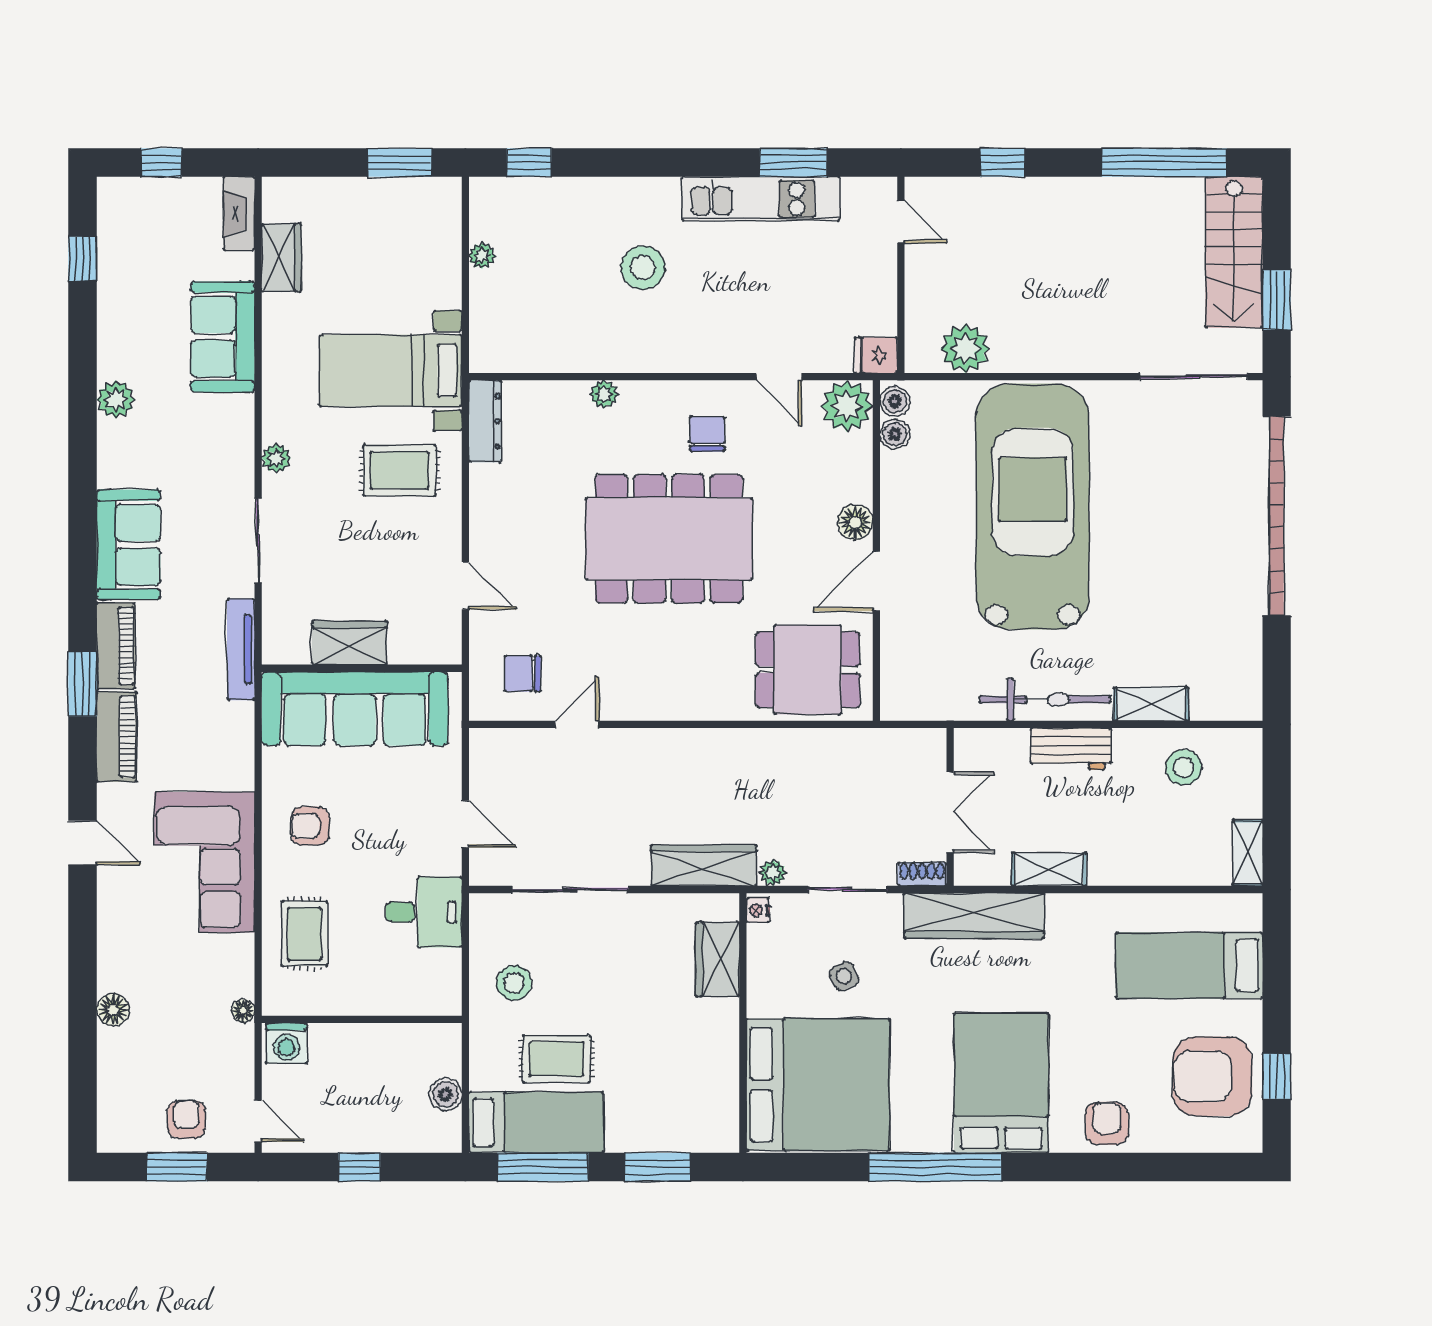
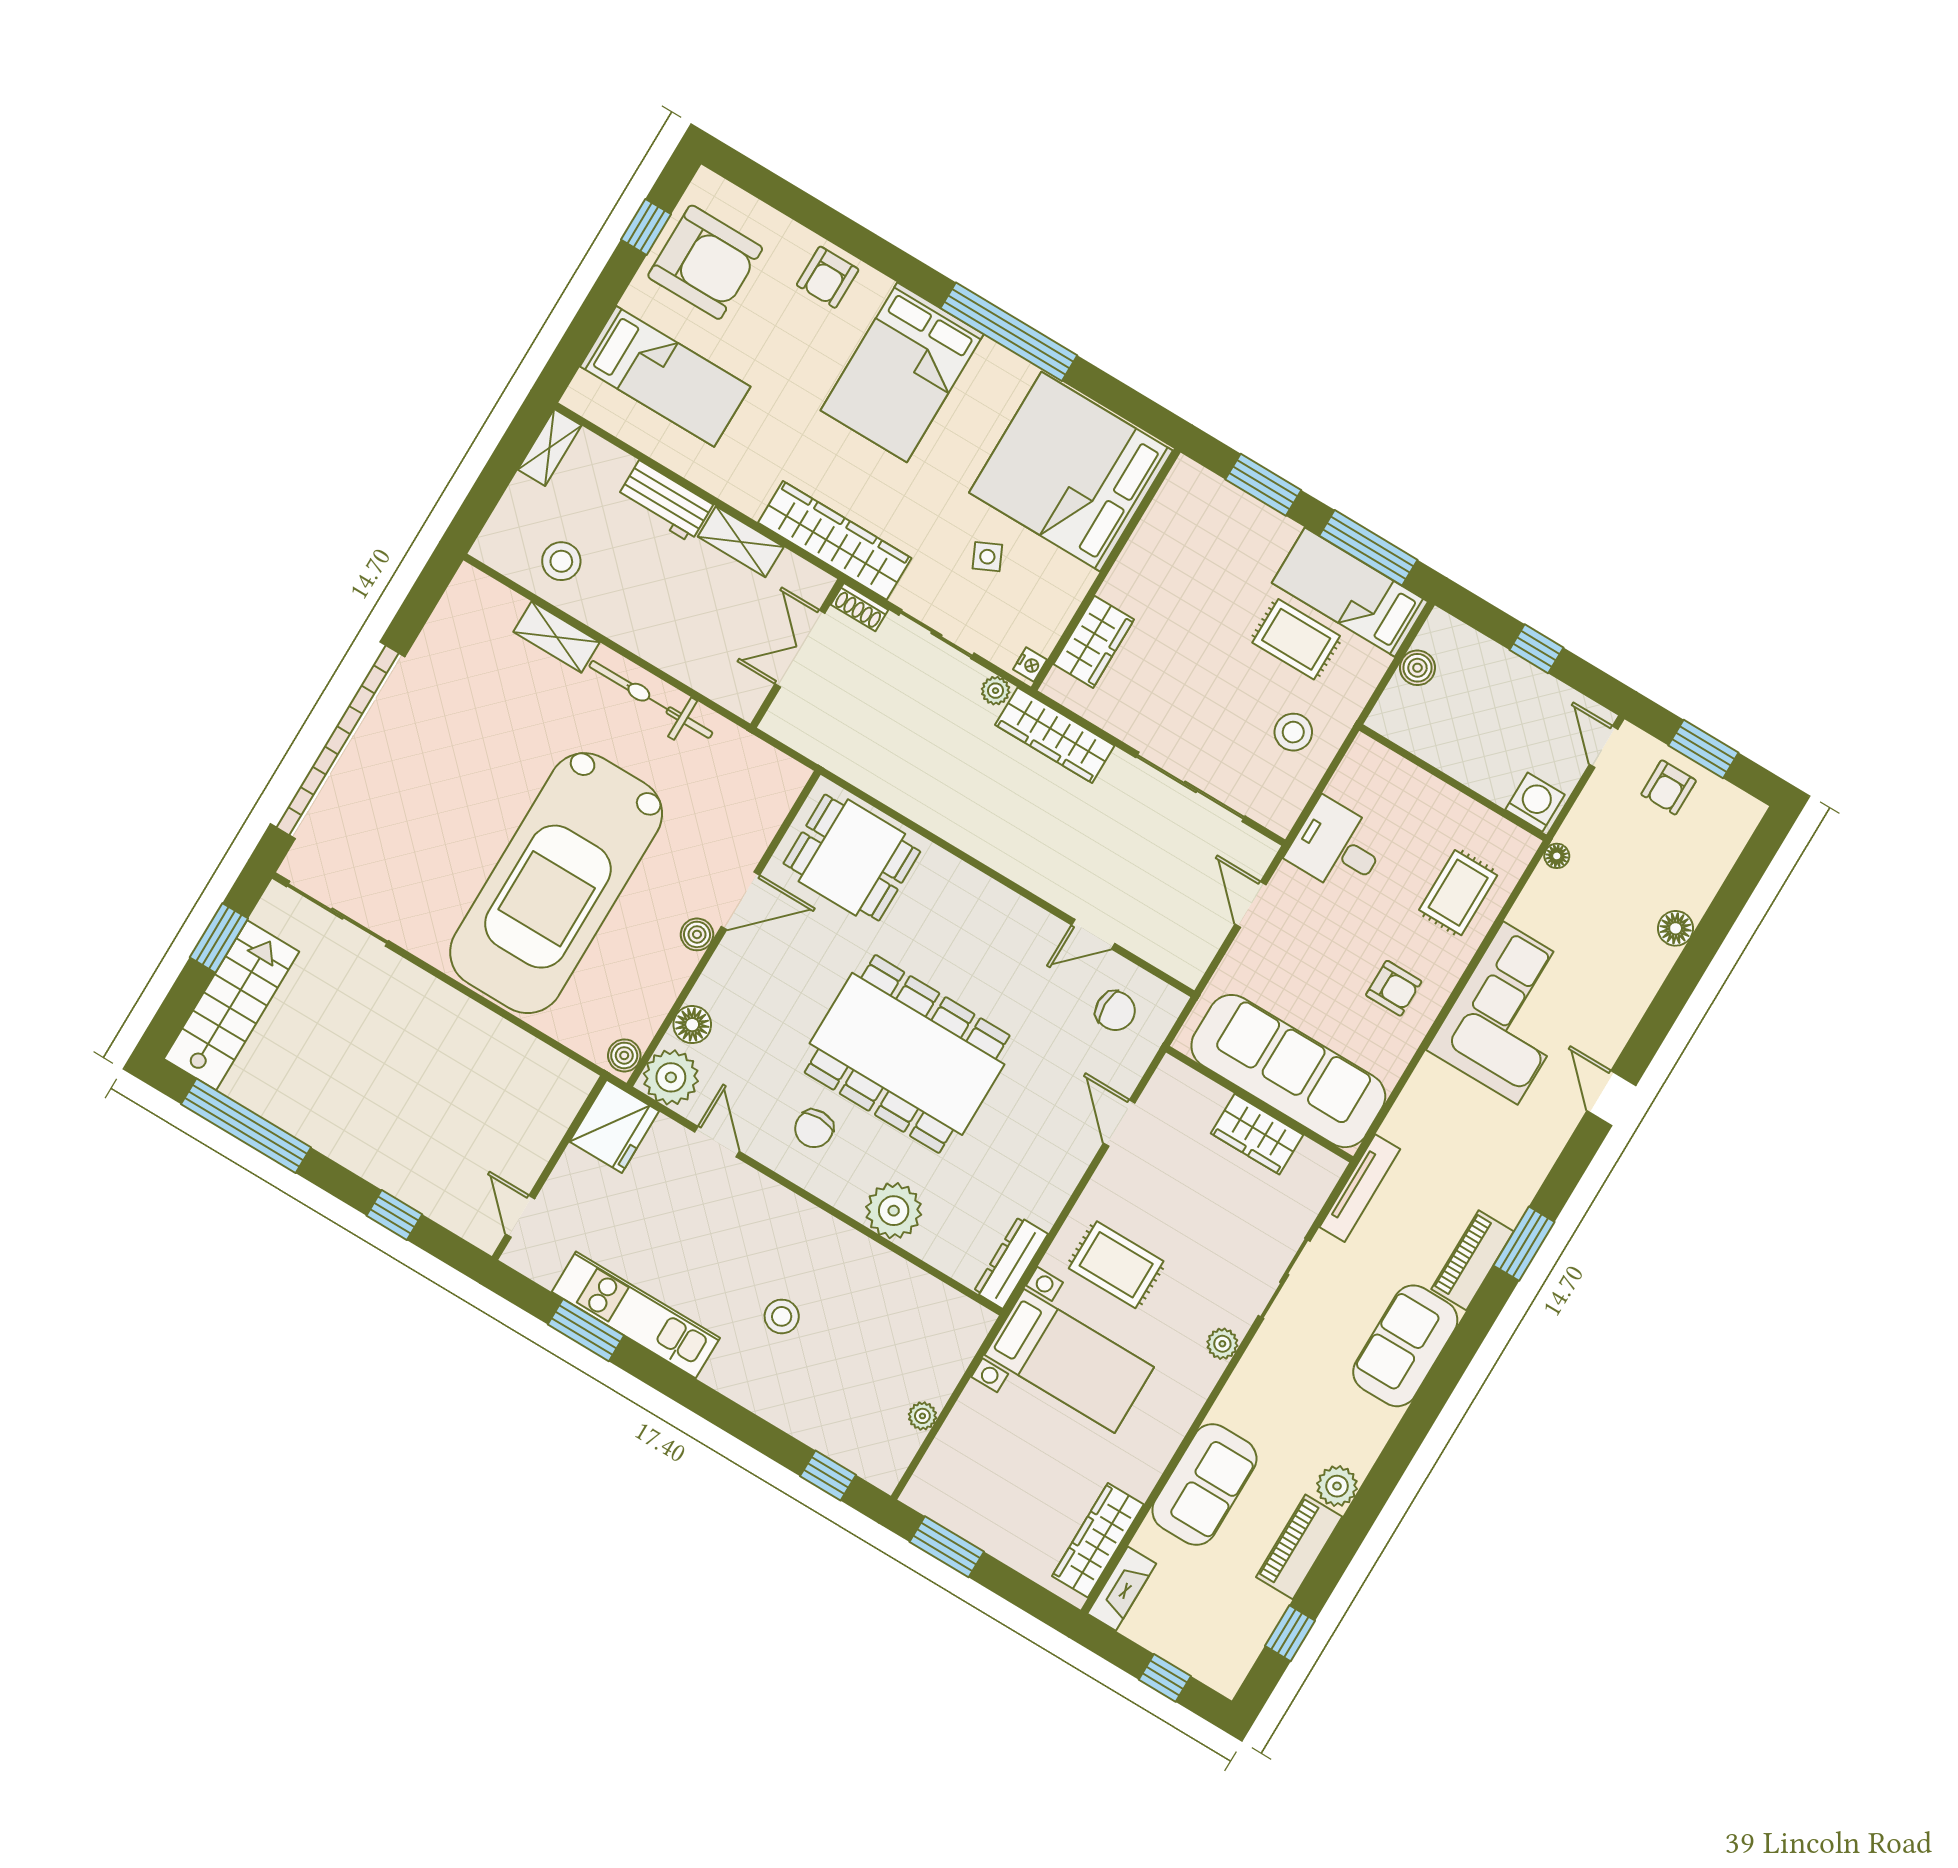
wardrobe: (281, 258) -> (1098, 1540), width x1.50
stool: (643, 268) -> (782, 1316), width x0.73, depth x0.73
plant: (965, 349) -> (531, 1065), removed
fridge: (876, 355) -> (614, 1126), width x1.88, depth x1.34
plant: (604, 394) -> (894, 1211), width x1.88, depth x1.88
boiler: (895, 434) -> (697, 934), moved
floor lamp: (855, 522) -> (692, 1025), moved
piano: (117, 737) -> (1299, 1547), moved
workbench: (1071, 749) -> (665, 501), moved, turned 180

